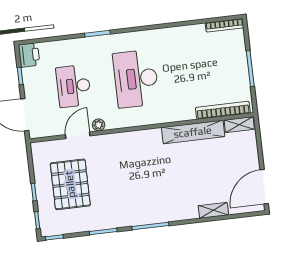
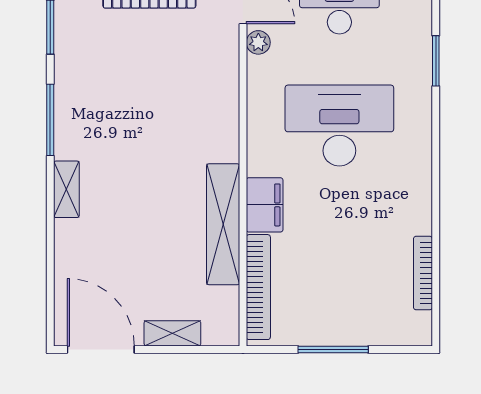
bookcase: (224, 25) -> (423, 273), moved
filing cabinet: (181, 112) -> (265, 205), added
shelving: (239, 125) -> (172, 333), moved, turned 90
shelving: (213, 210) -> (66, 189), moved

